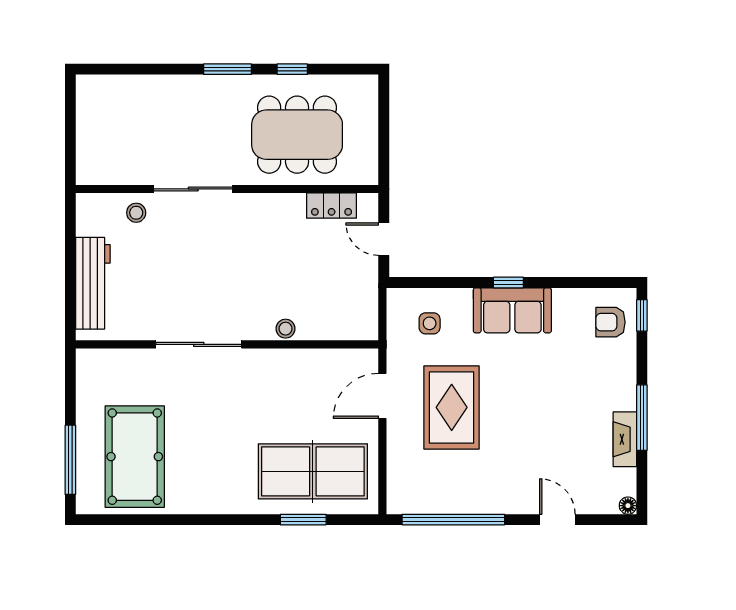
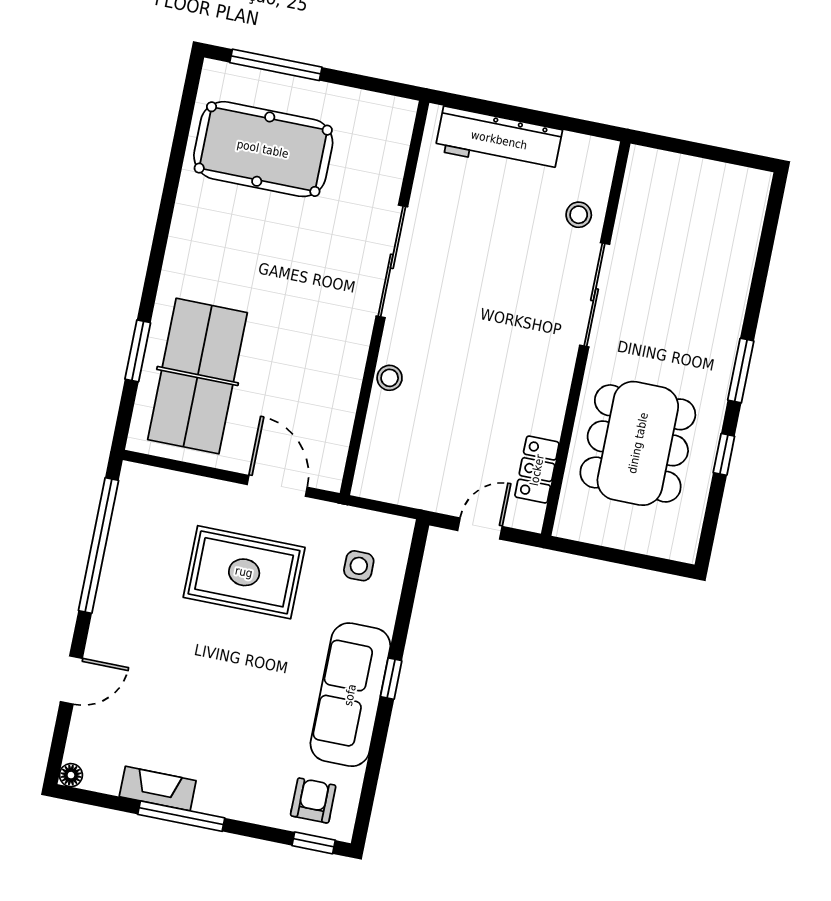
sofa: (512, 310) -> (350, 695), width x1.36

